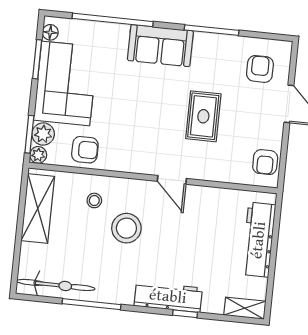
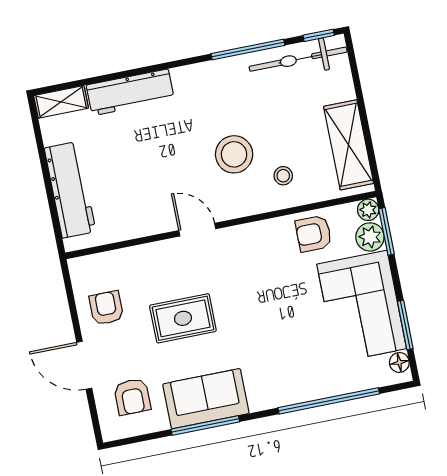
sofa: (160, 46) -> (206, 399), moved
rug: (203, 116) -> (183, 318), turned 90
armchair: (265, 162) -> (106, 308), moved
workbench: (168, 297) -> (130, 92), moved
window: (185, 314) -> (319, 35), moved

